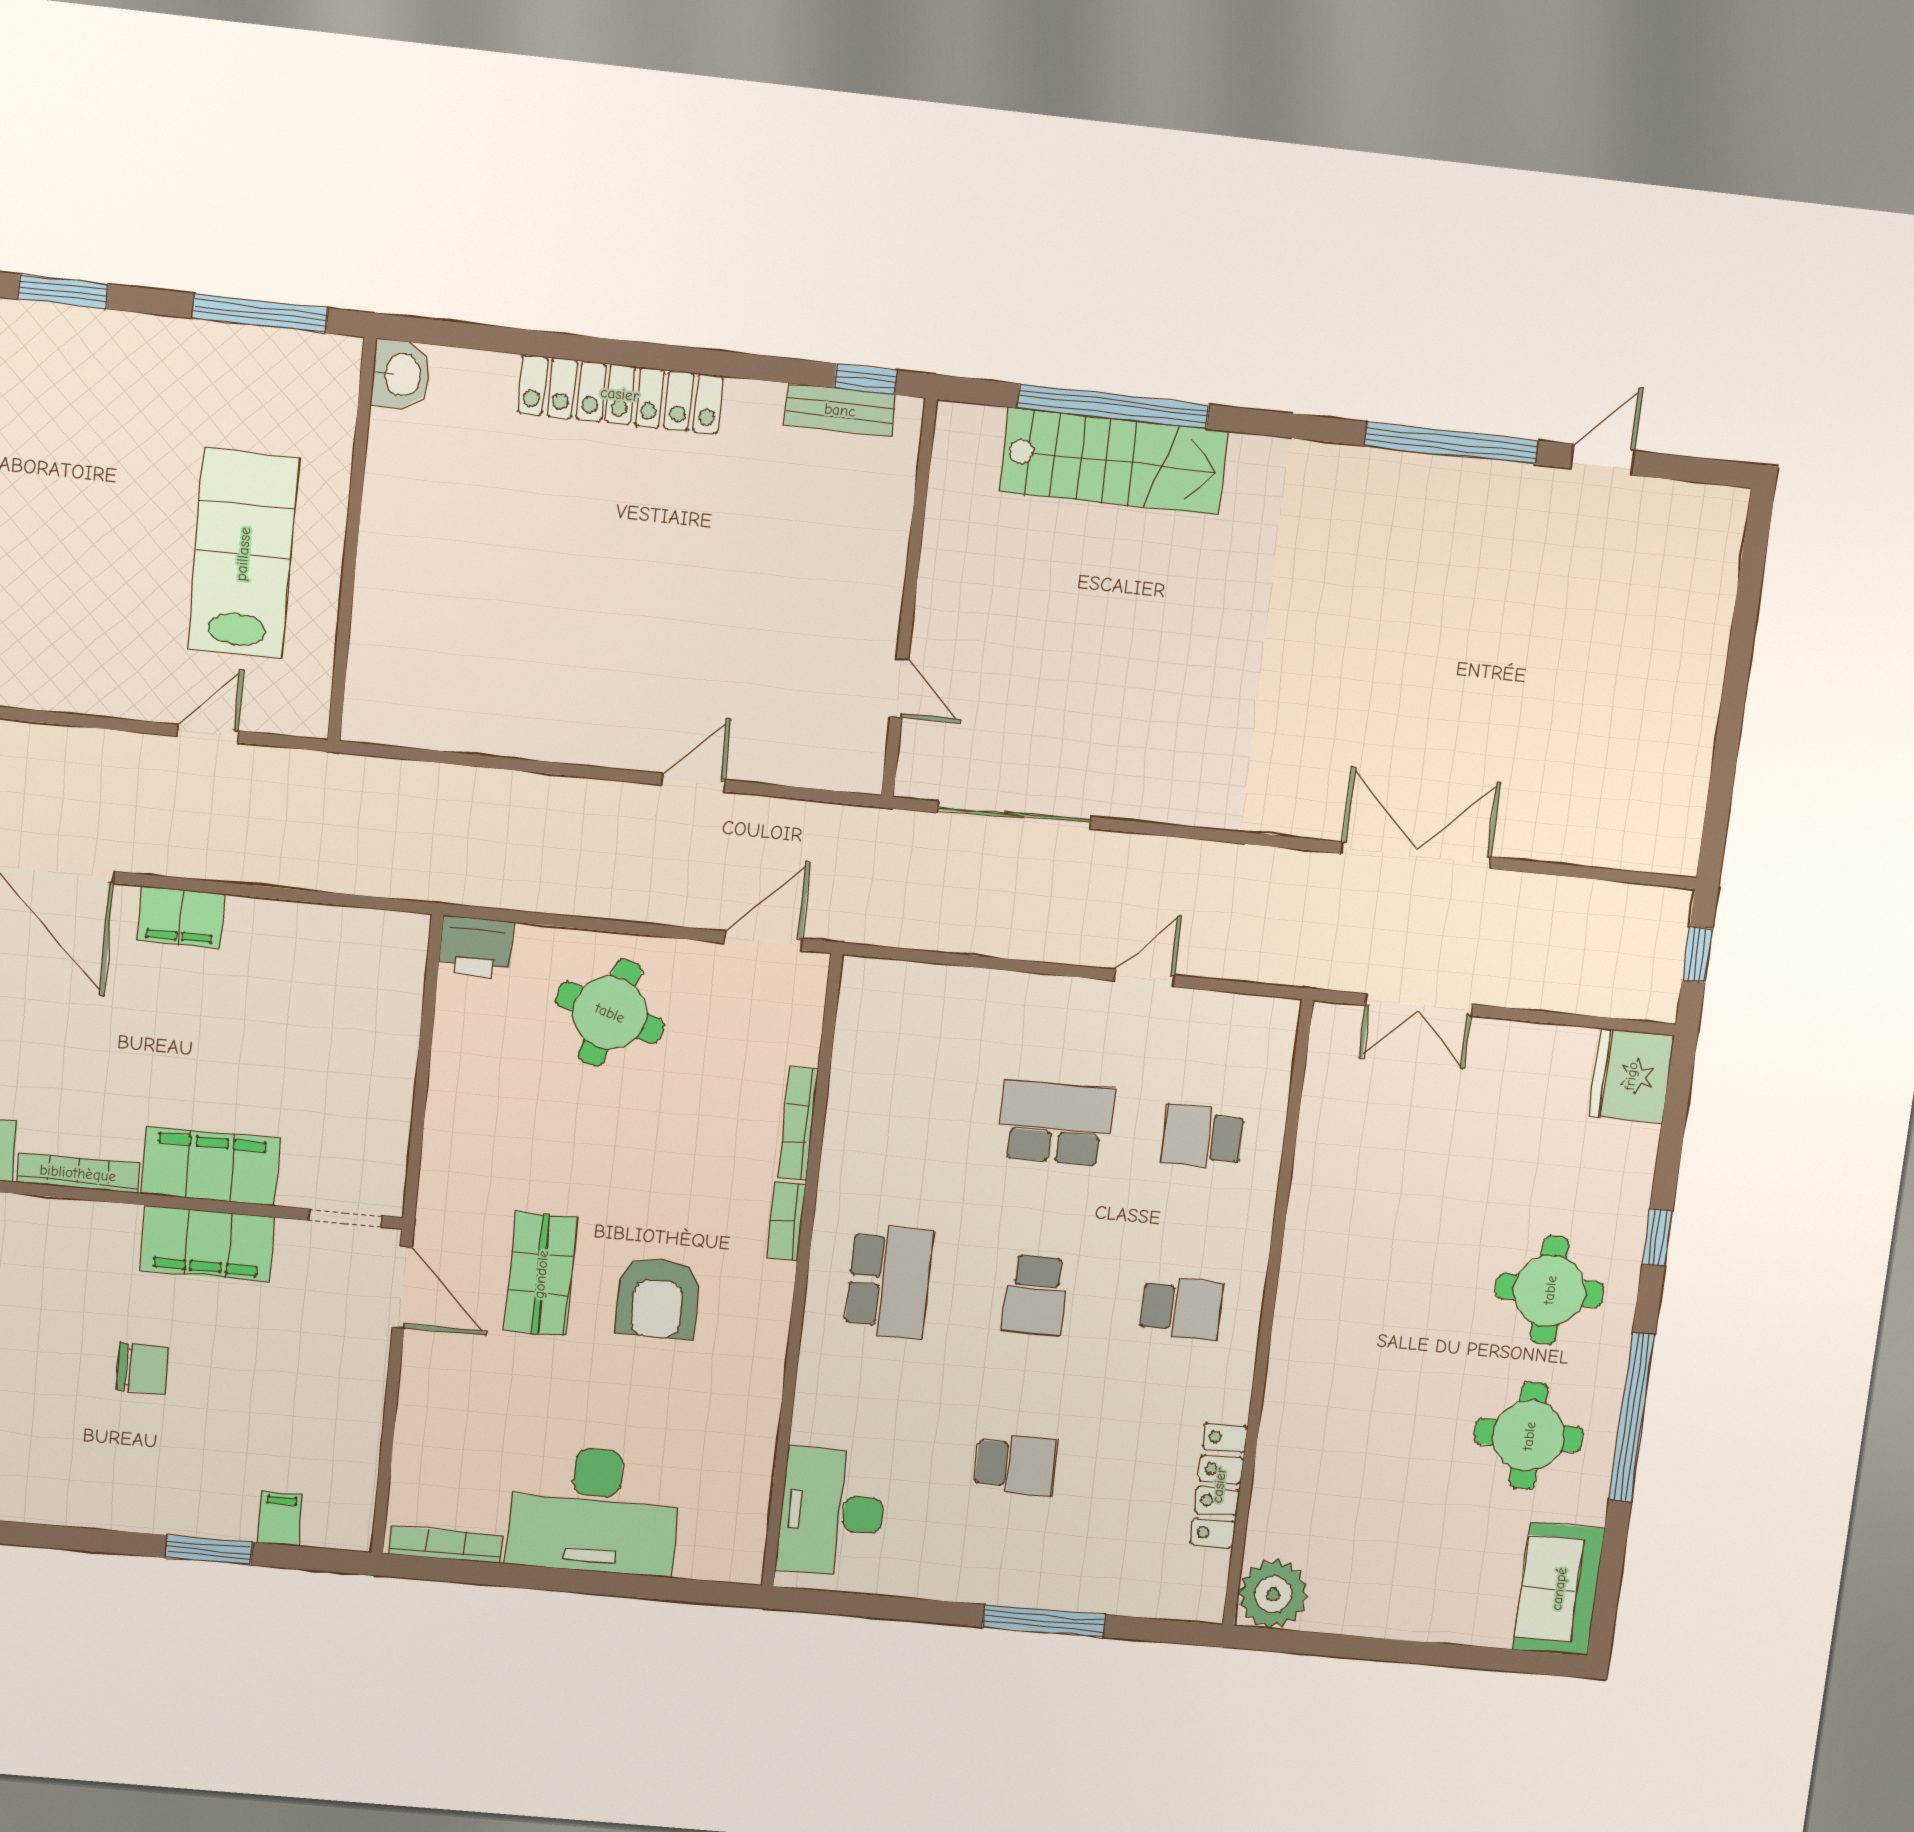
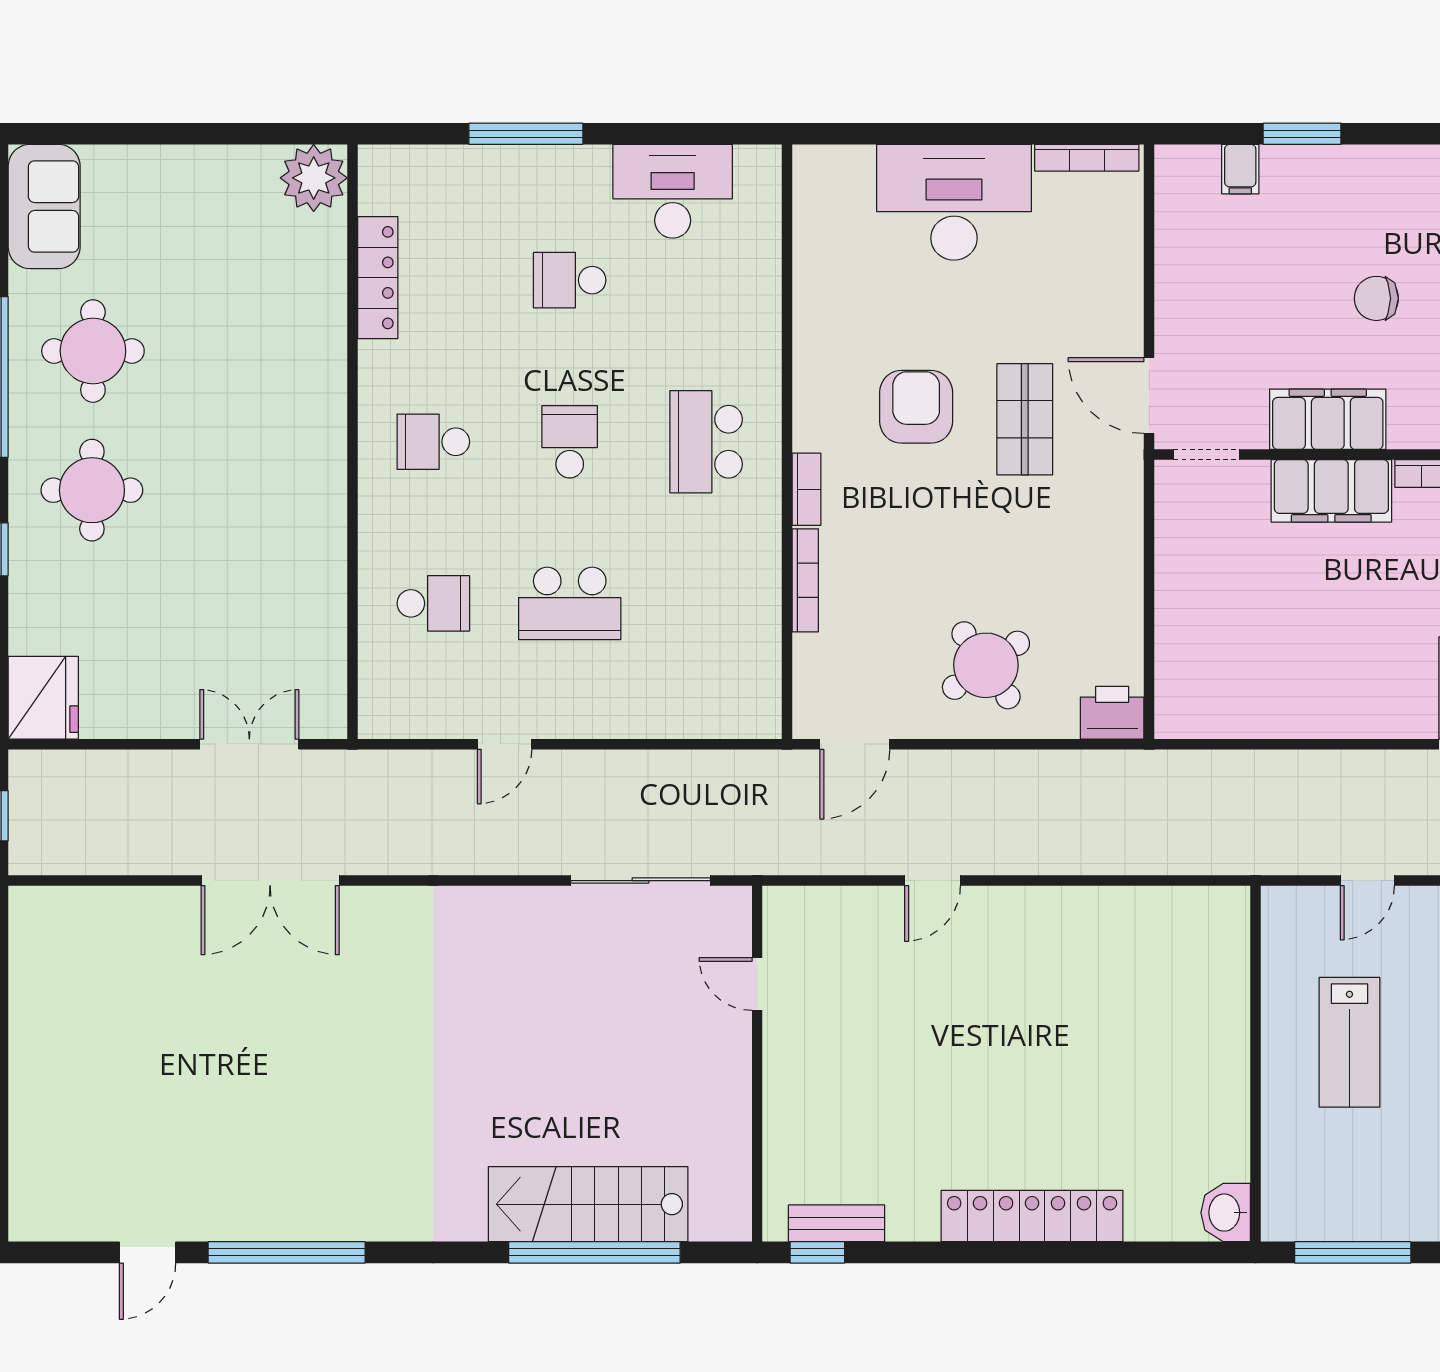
lab bench: (243, 554) -> (1349, 1042), width x0.73, depth x0.72
filing cabinet: (181, 917) -> (1377, 714), removed
round table: (610, 1013) -> (986, 665), turned 38
desk: (832, 1512) -> (673, 191), moved, turned -90

